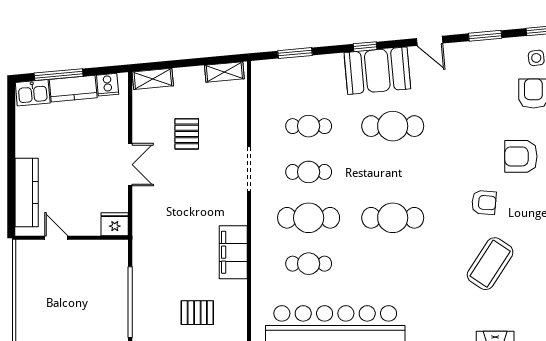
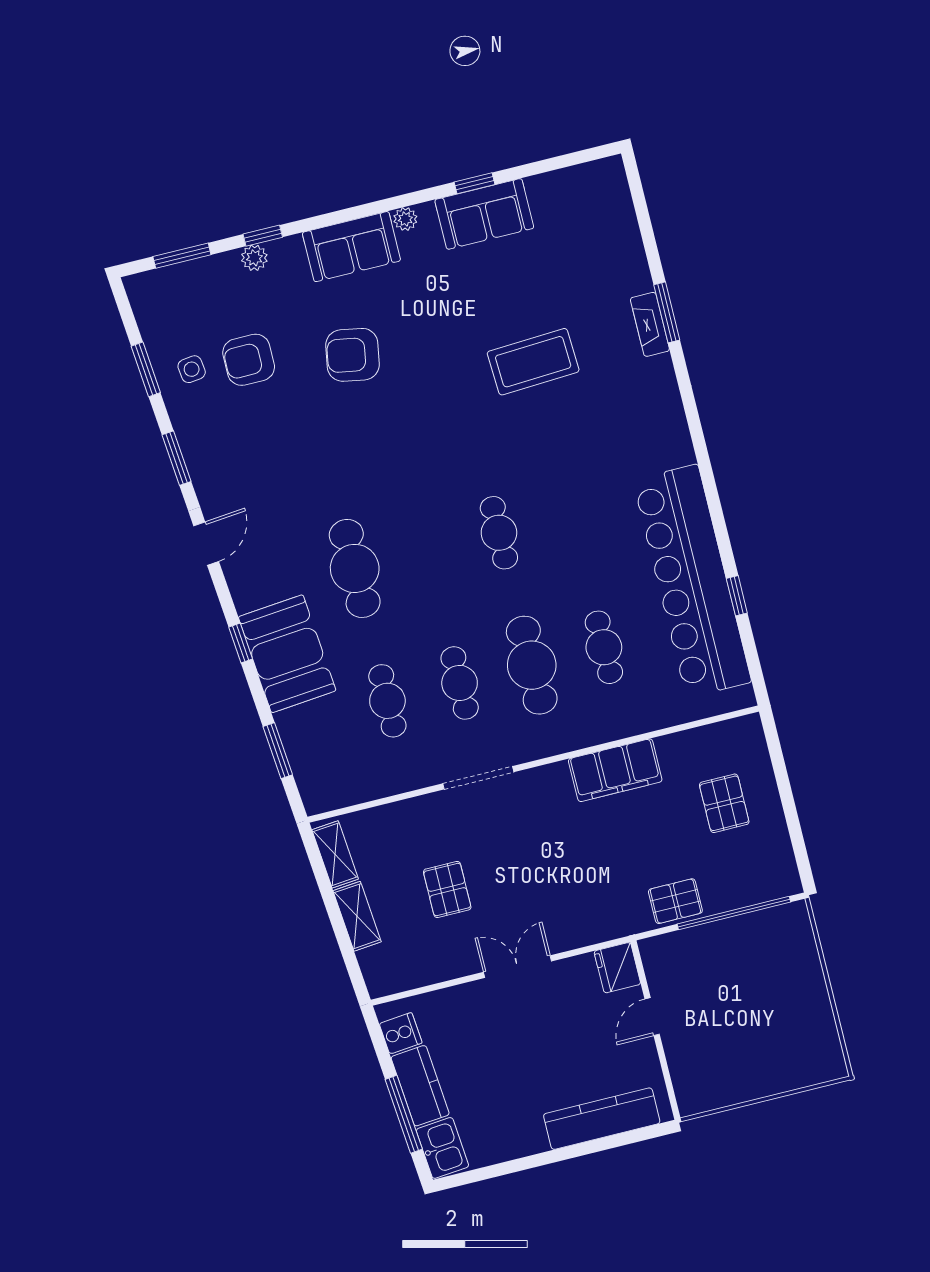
booth: (377, 71) -> (287, 654), moved
shelving: (153, 79) -> (357, 916), moved
pallet: (187, 134) -> (447, 889), turned 90
armchair: (521, 156) -> (353, 355), turned 100
armchair: (484, 202) -> (439, 395), removed
cafe table: (393, 218) -> (499, 533), width x0.73, depth x0.74
door: (56, 238) -> (652, 1017), moved
coffee table: (490, 264) -> (533, 362), turned -36
pallet: (146, 269) -> (675, 901), added

